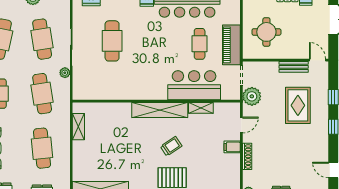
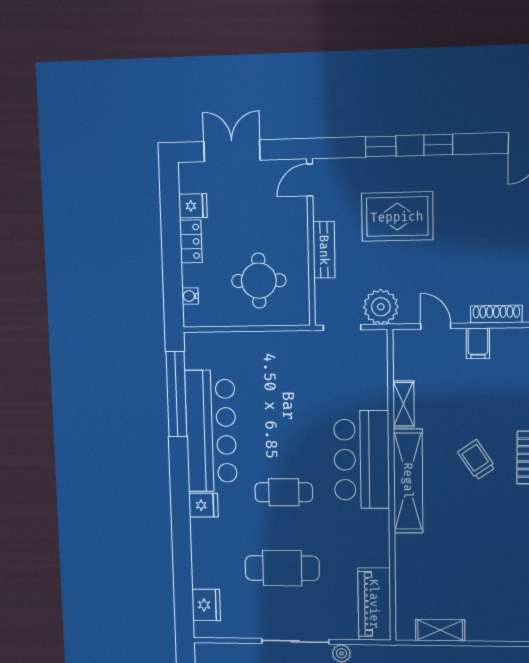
cafe table: (200, 44) -> (284, 492), moved
piano: (231, 45) -> (374, 604), moved, turned 90
bench: (294, 67) -> (324, 250), moved
bar counter: (194, 85) -> (362, 460), moved

